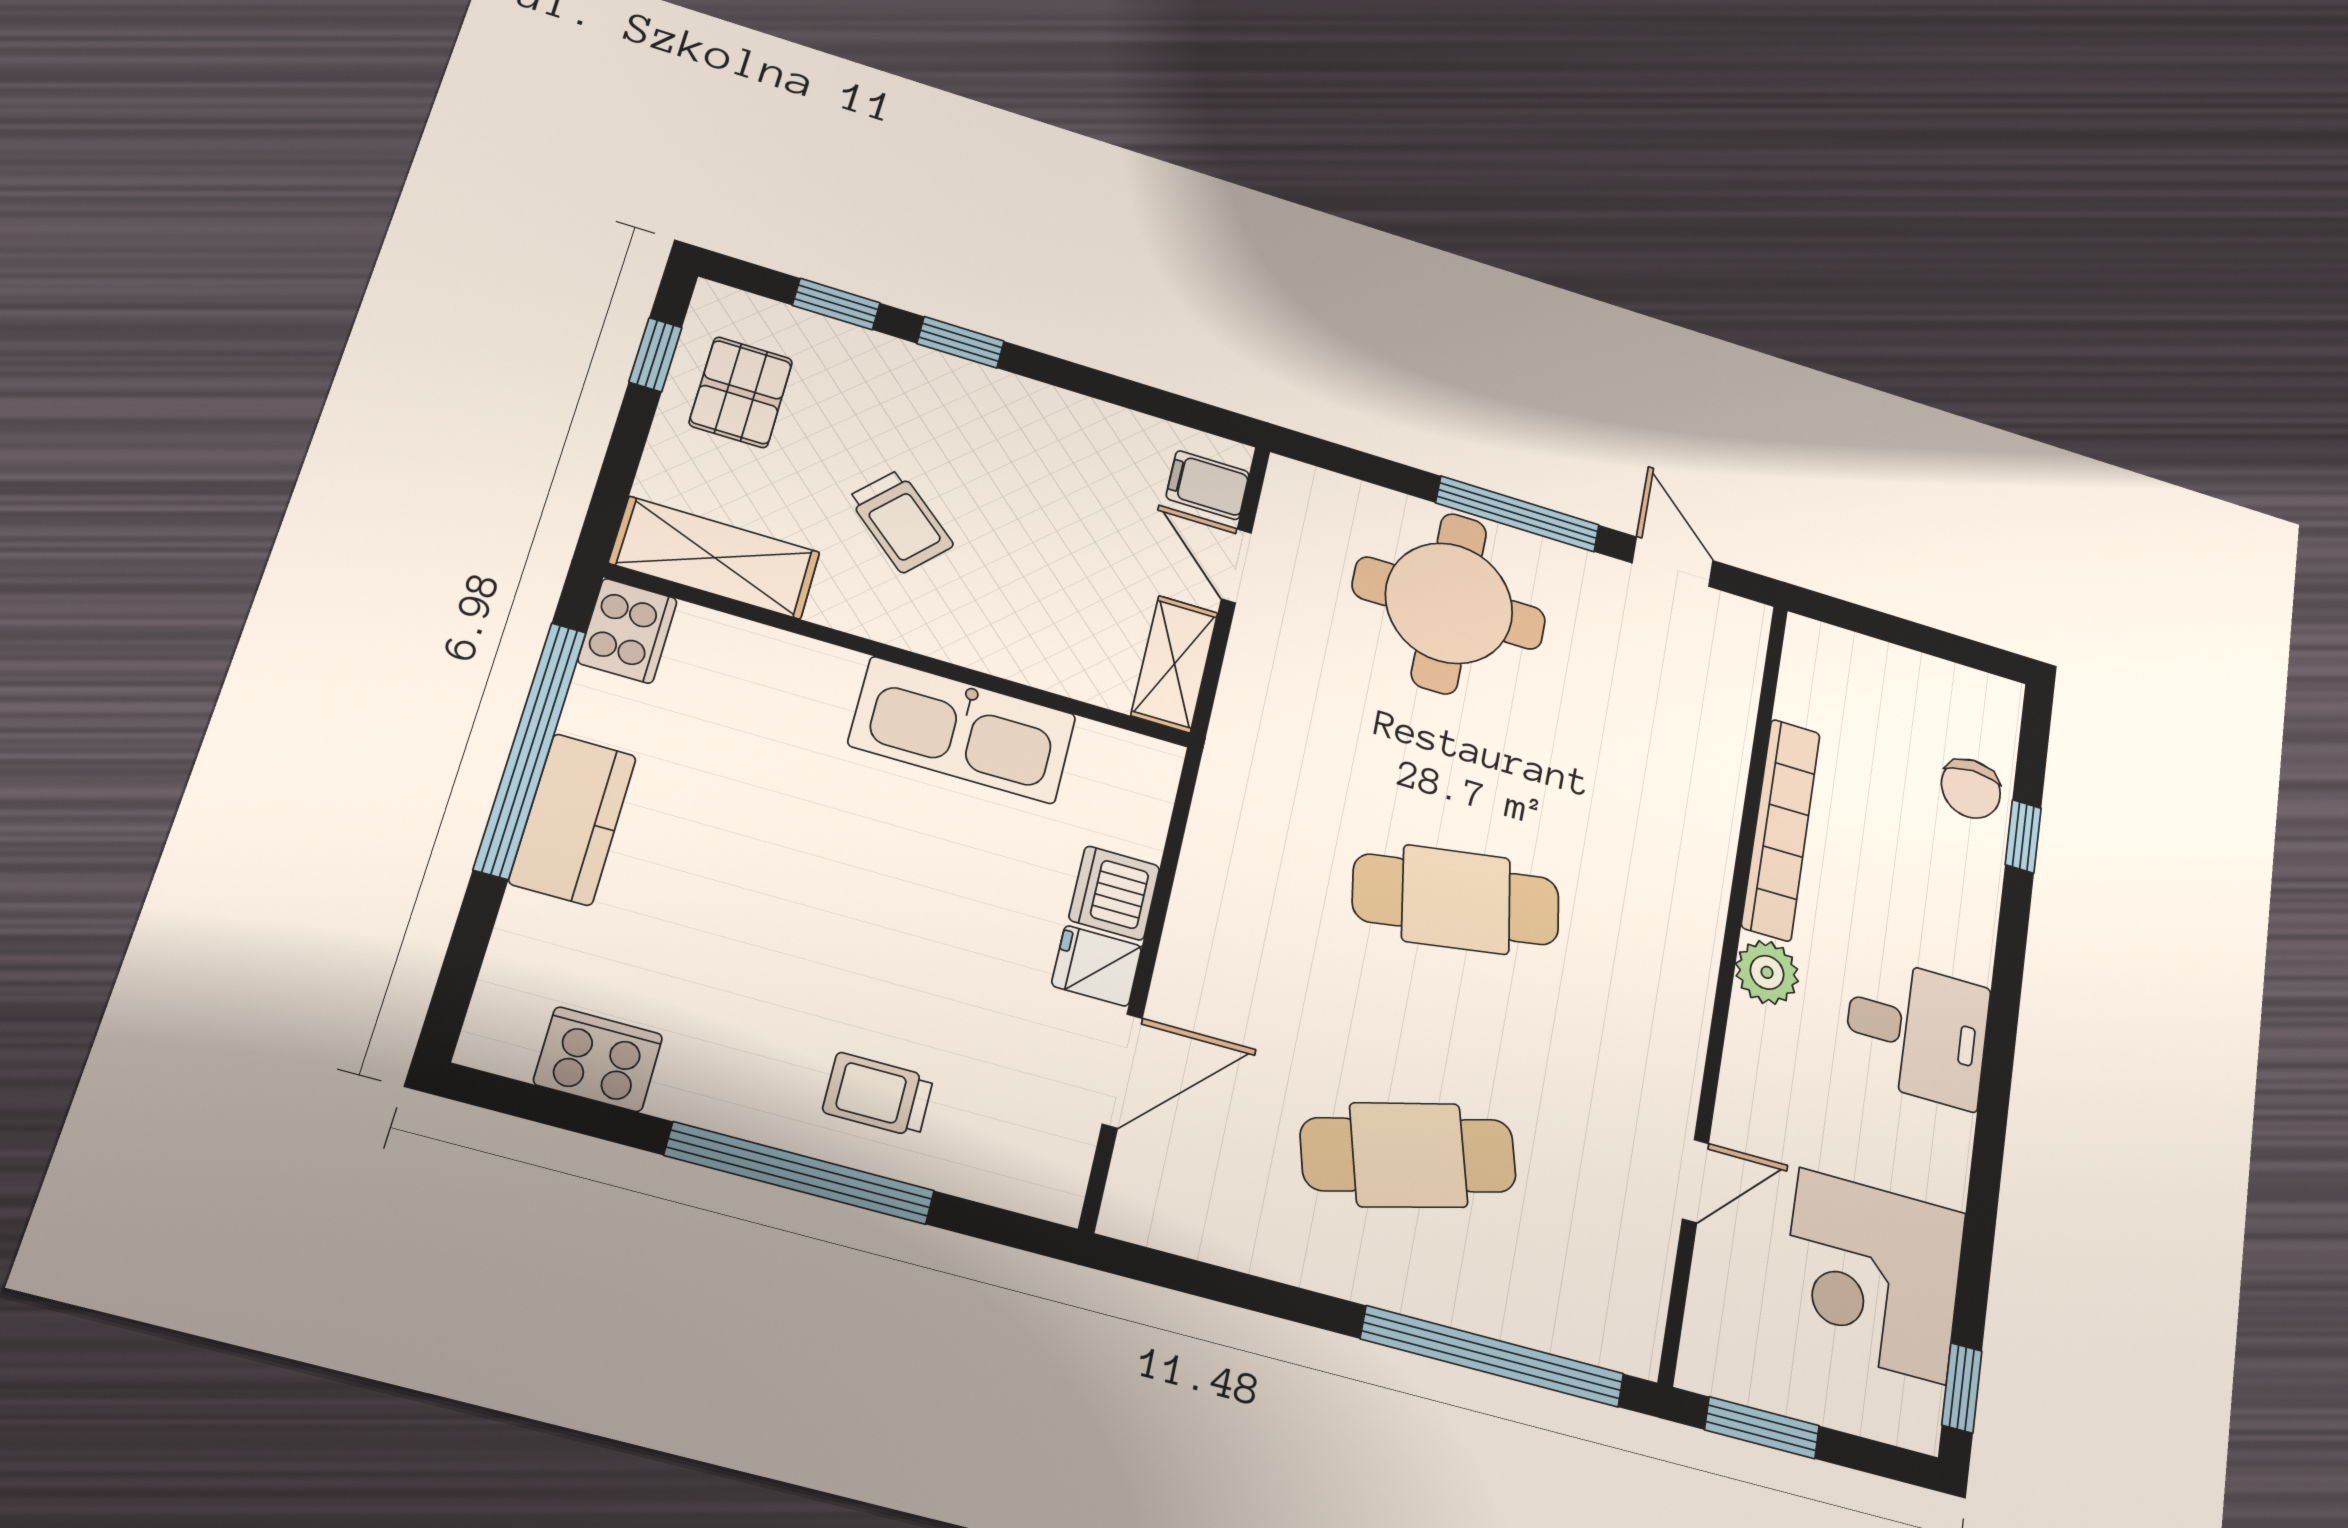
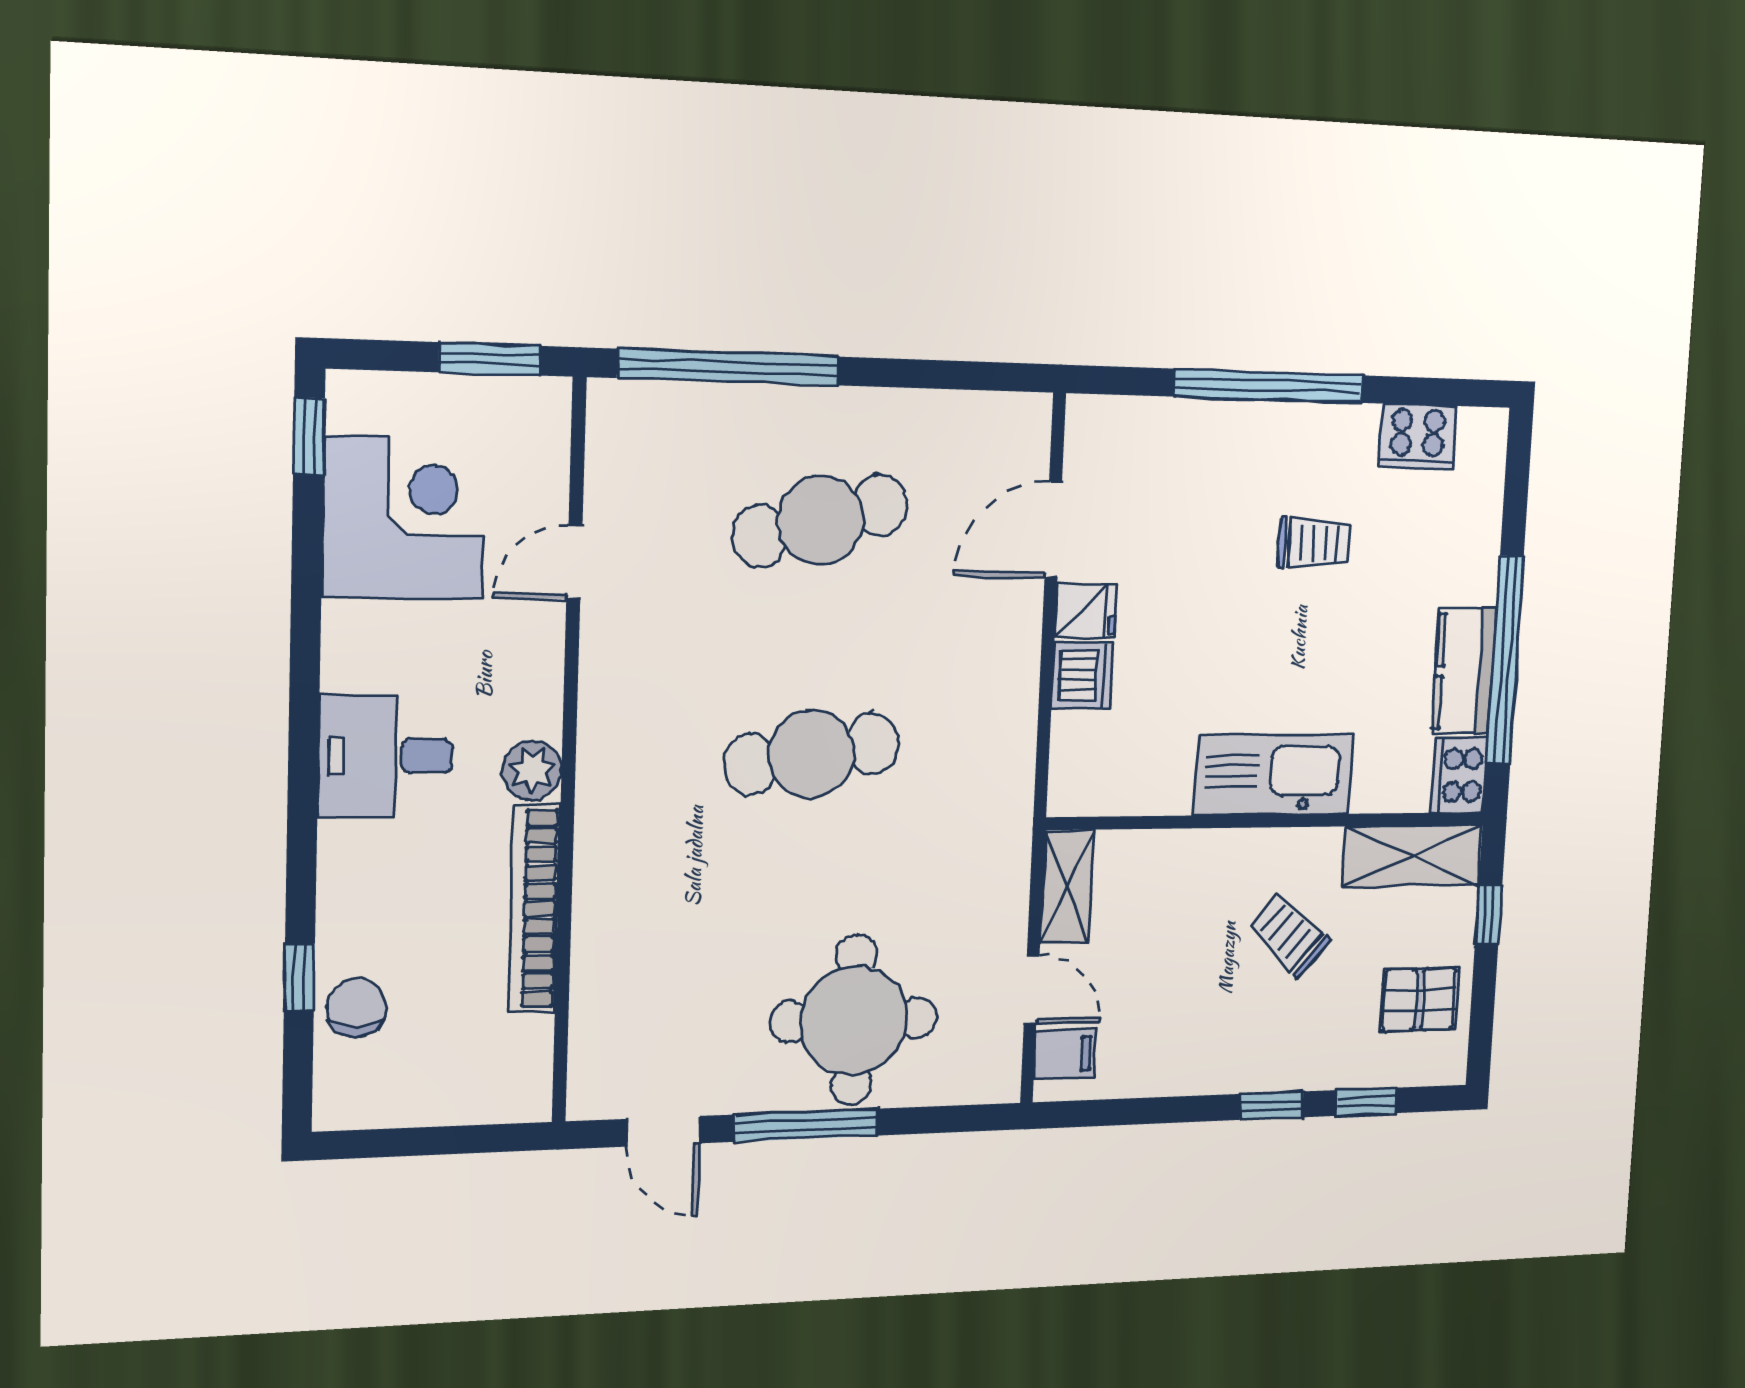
window: (655, 355) -> (1488, 915), moved
pallet: (741, 392) -> (1419, 1000), turned 90
kitchen sink: (963, 730) -> (1274, 775), moved
kitchen counter: (573, 819) -> (1464, 671), moved
trolley: (878, 1095) -> (1314, 543), moved

